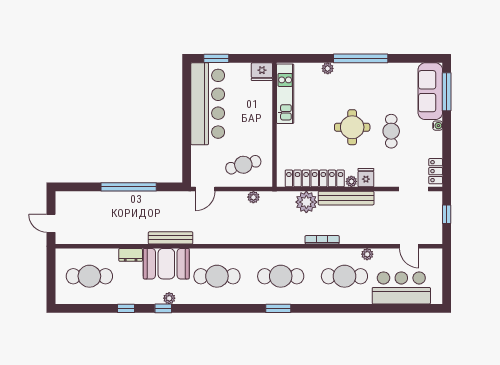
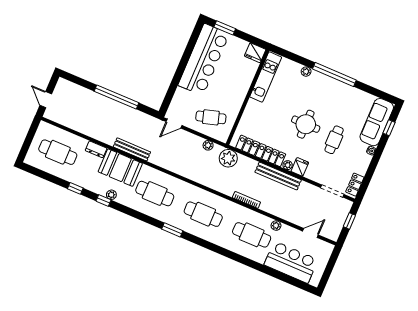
window: (447, 92) -> (389, 128), width x0.46
plant: (306, 202) -> (228, 158), moved
door: (409, 246) -> (310, 233), swing flipped
window: (278, 308) -> (172, 230), moved

